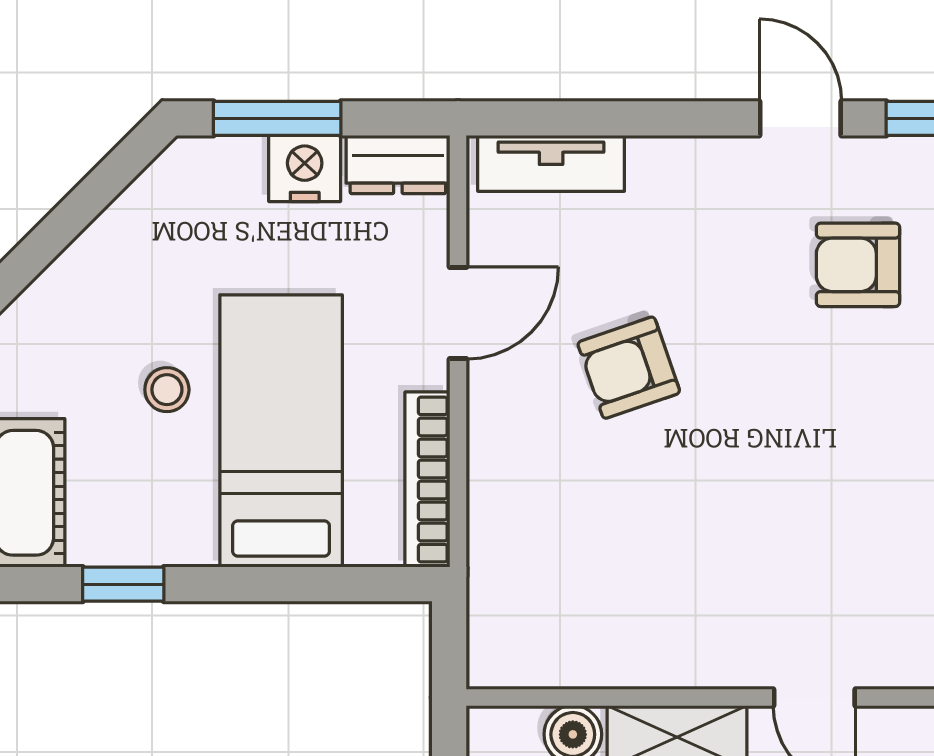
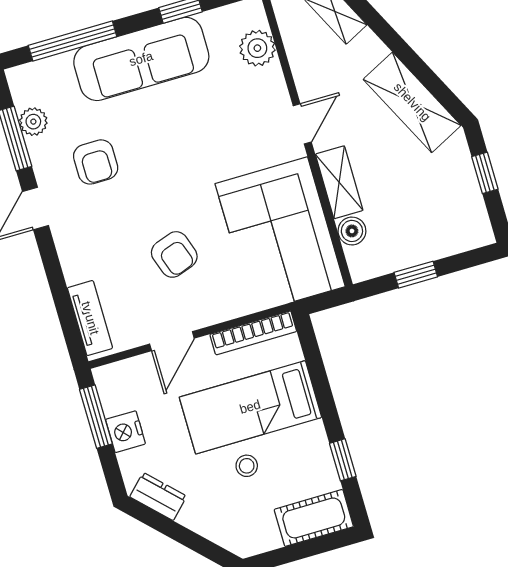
window: (277, 118) -> (96, 417), moved
dresser: (398, 165) -> (158, 496), moved, turned -45
door: (458, 313) -> (172, 341), swing flipped
corner sofa: (606, 589) -> (280, 235), added

